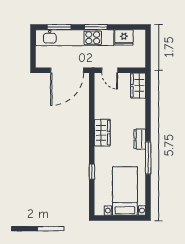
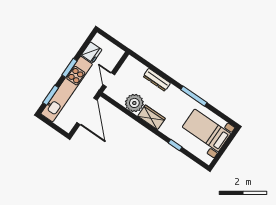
door: (110, 70) -> (109, 80), swing flipped
wardrobe: (138, 86) -> (135, 66), removed
plant: (105, 108) -> (134, 103), added
dresser: (140, 139) -> (157, 80), moved, width x1.44

